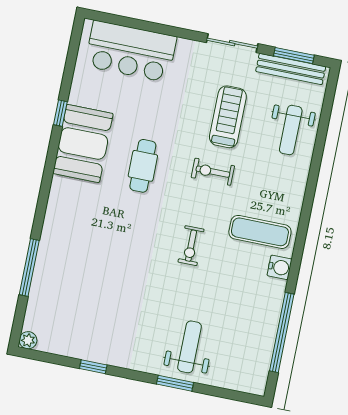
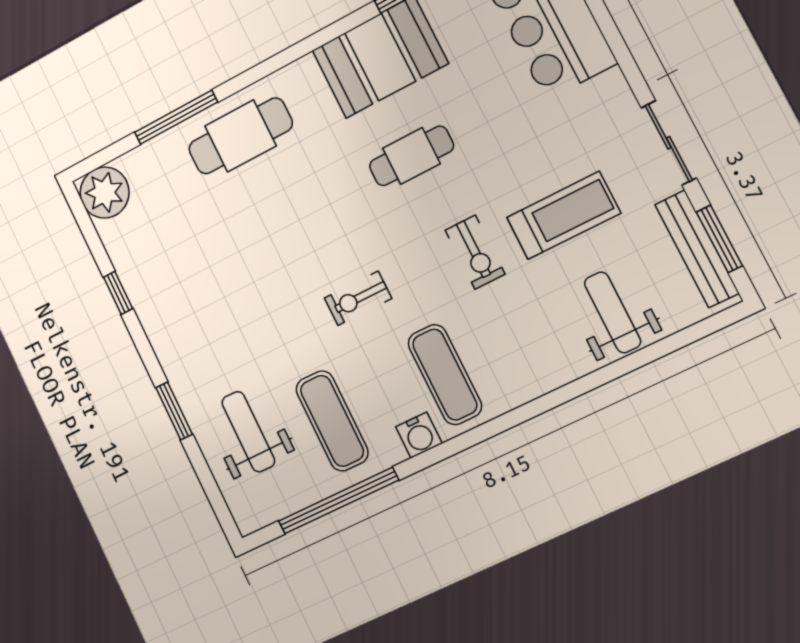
weight bench: (291, 130) -> (612, 312), turned 90
exercise bike: (213, 172) -> (475, 252), turned 180
cafe table: (65, 242) -> (240, 136), added
exercise mat: (241, 305) -> (332, 421), added
plant: (28, 340) -> (105, 193), width x1.87, depth x1.87
weight bench: (190, 347) -> (248, 432), moved, turned -90

